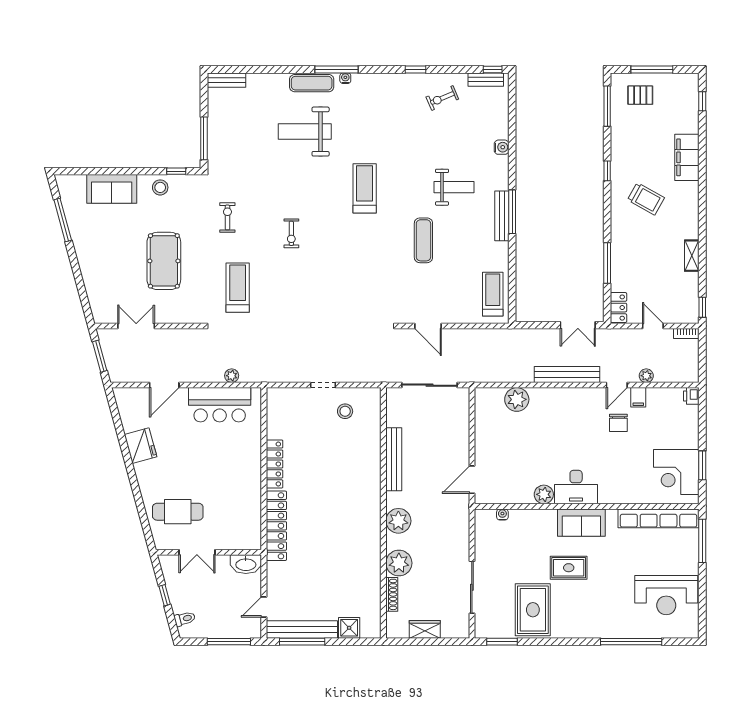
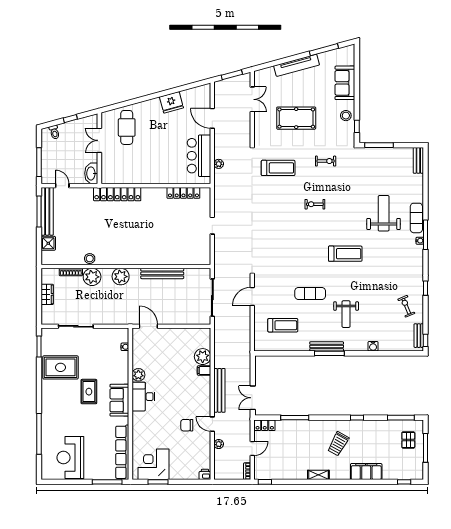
shelving: (692, 256) -> (318, 475), moved
tv unit: (86, 260) -> (297, 65), added
treadmill: (493, 294) -> (283, 325), moved
filing cabinet: (638, 397) -> (204, 371), moved
stool: (345, 411) -> (90, 259), moved
locker: (275, 464) -> (183, 193), moved

